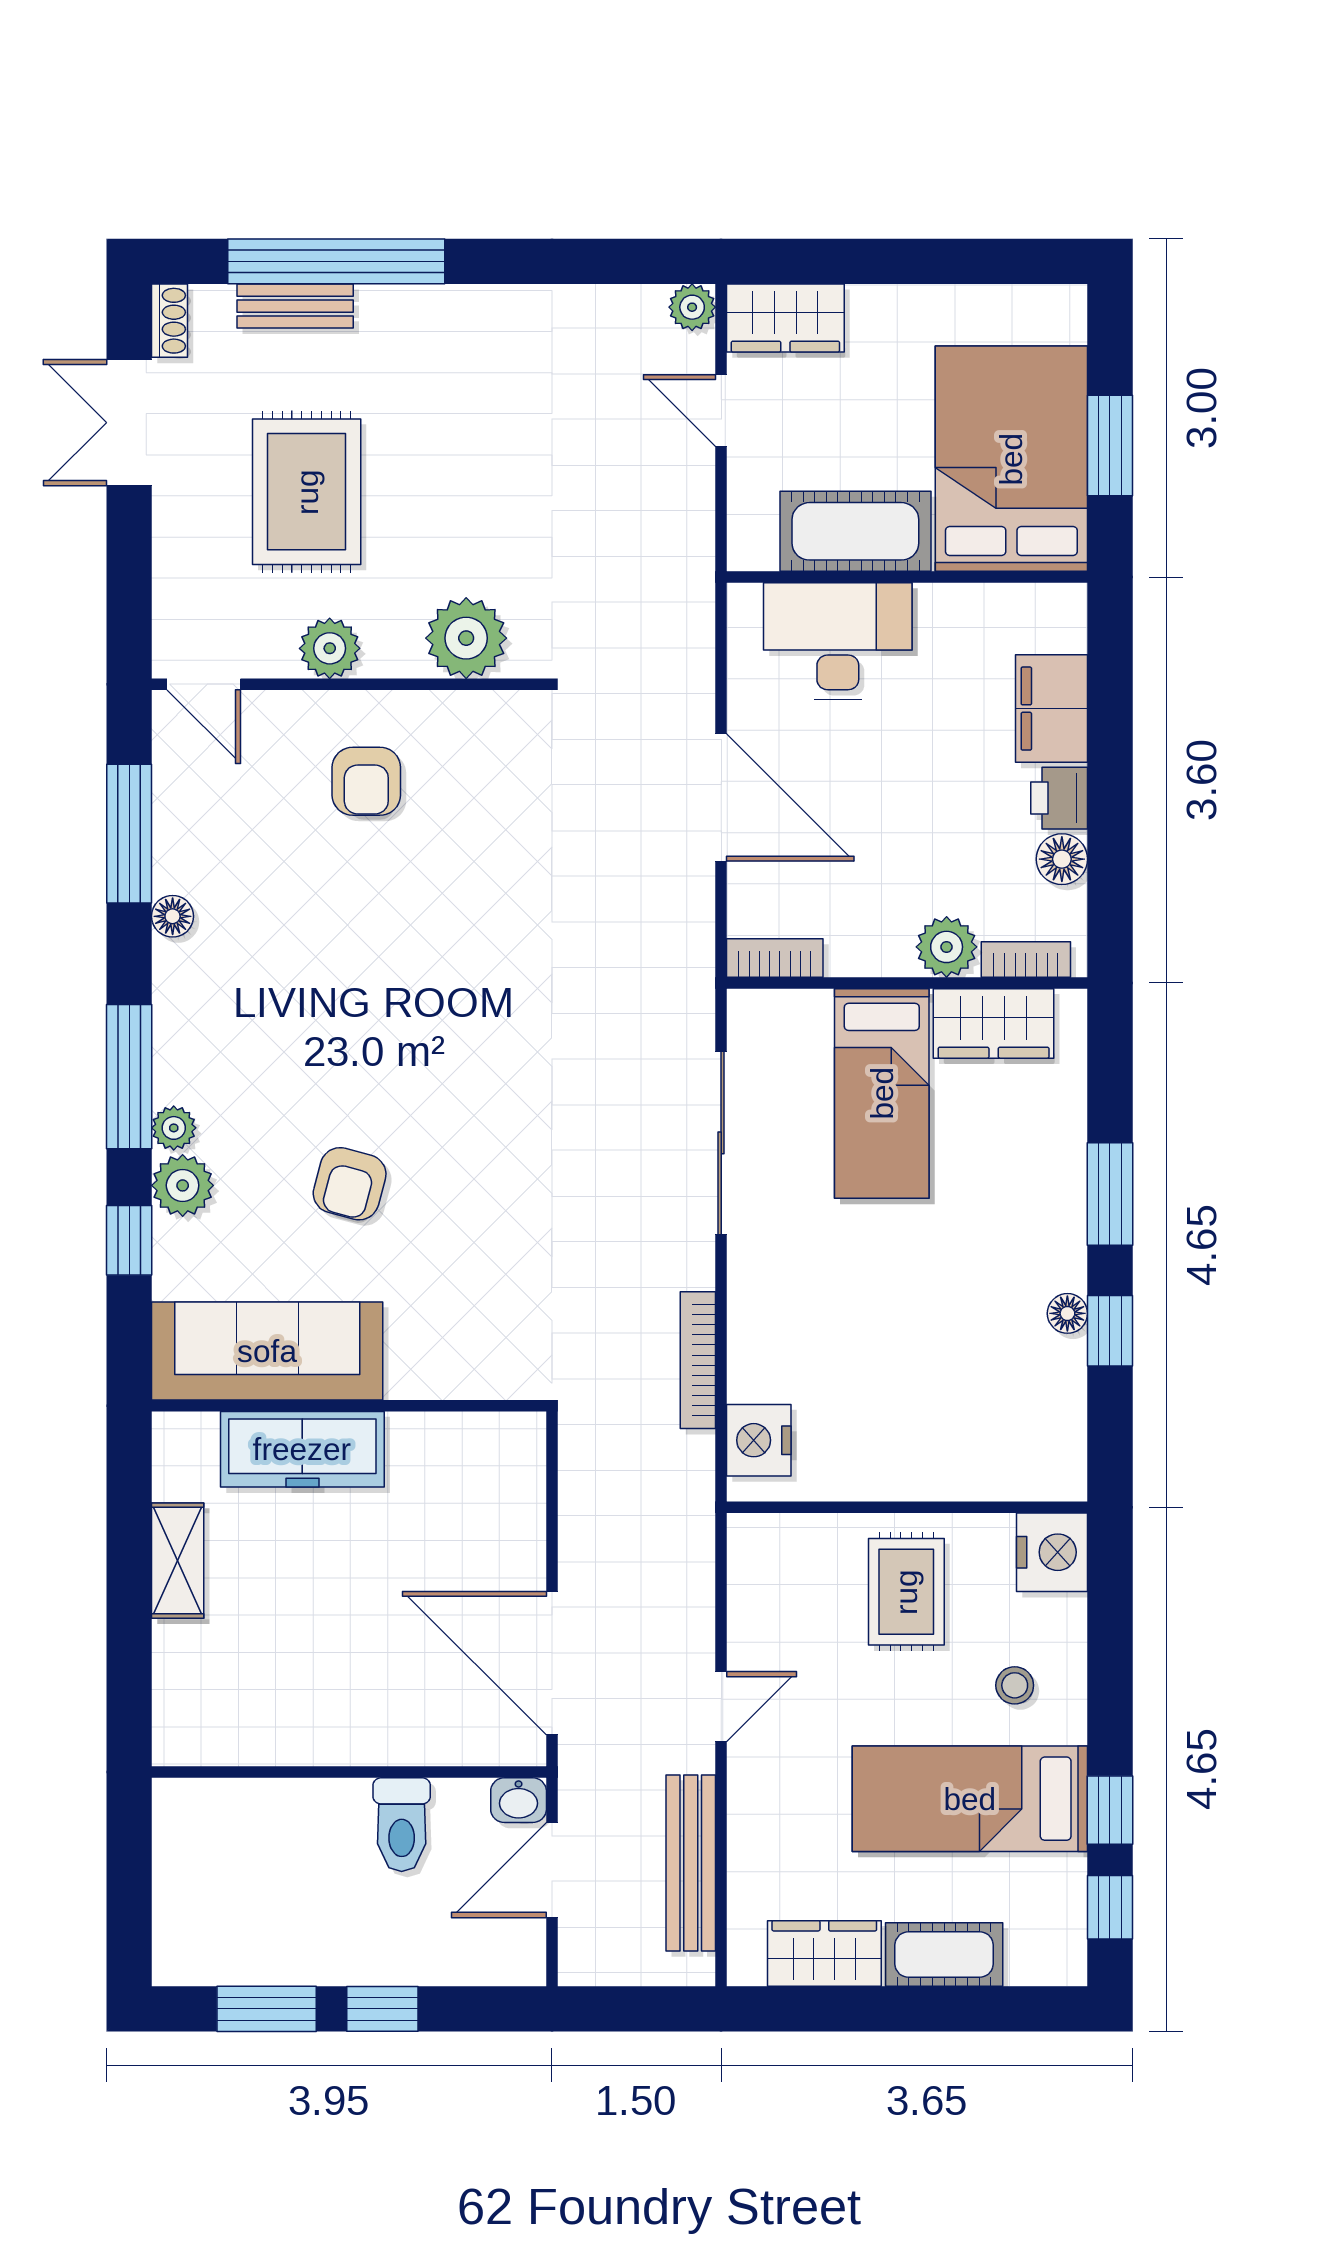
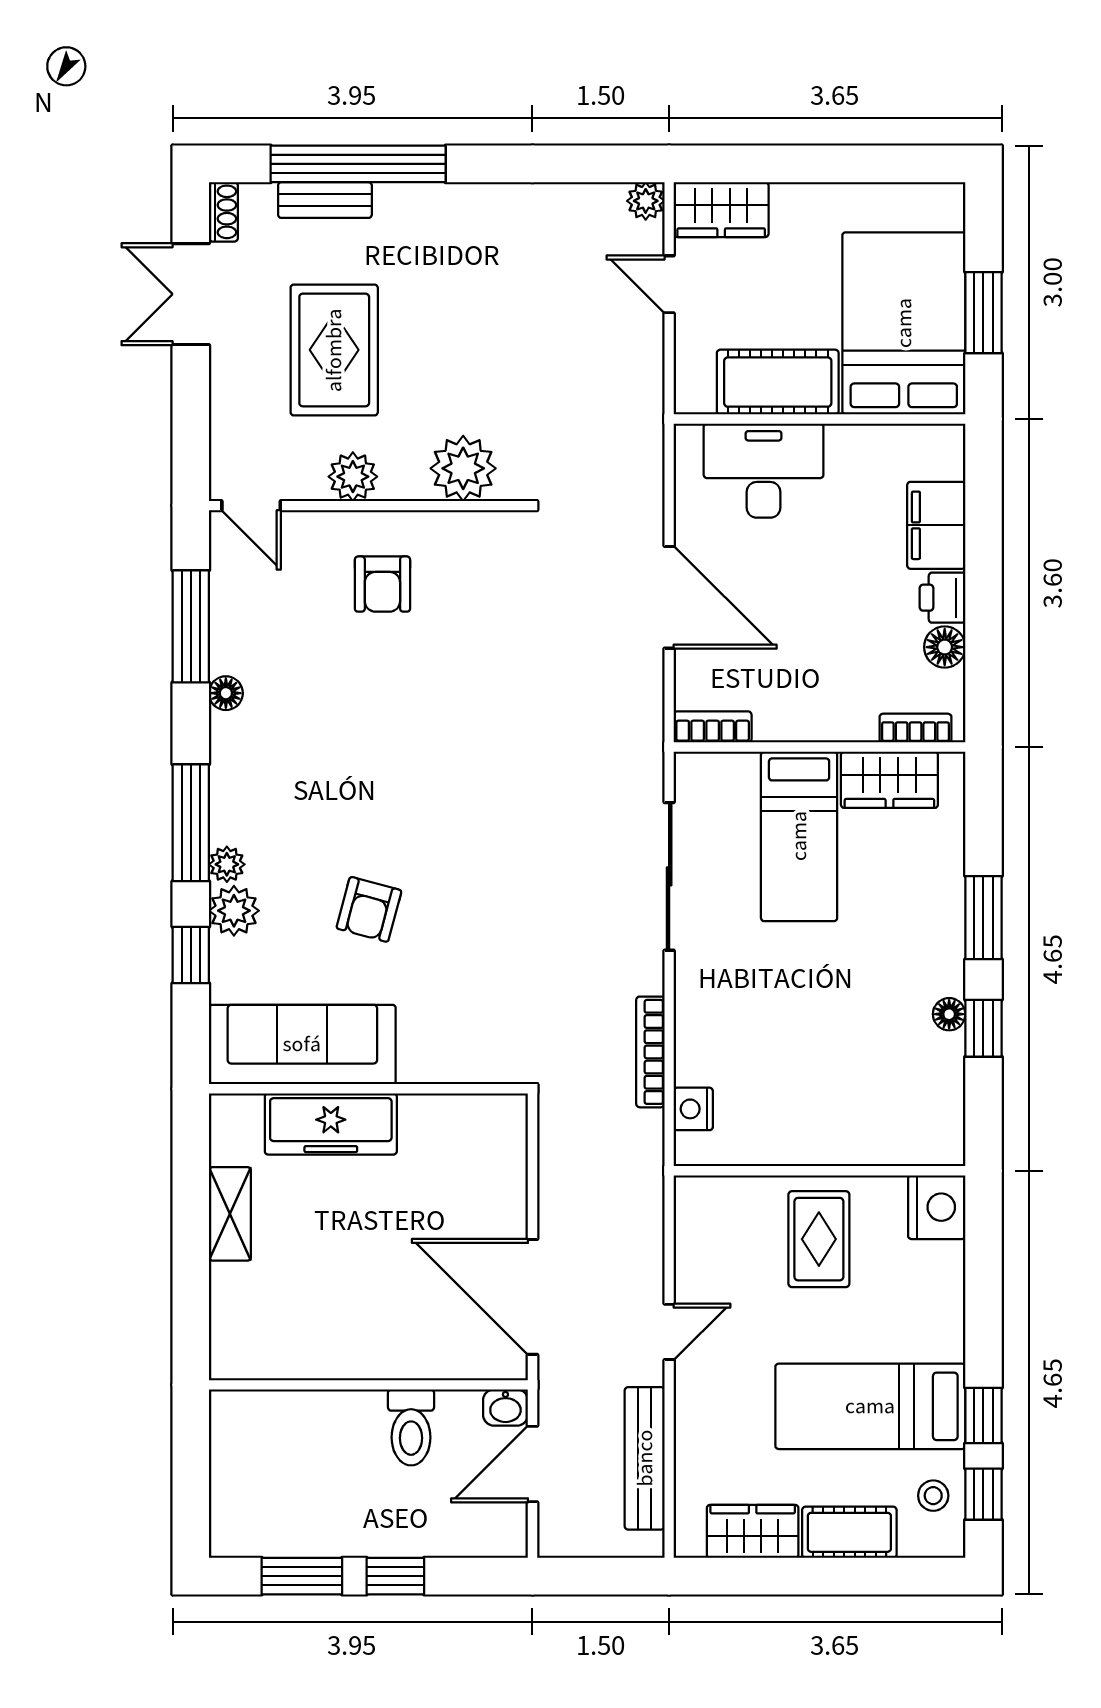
plant: (947, 947) -> (851, 718), removed
nightstand: (759, 1440) -> (693, 1109), width x0.74, depth x0.75
stool: (1015, 1685) -> (933, 1496), moved

